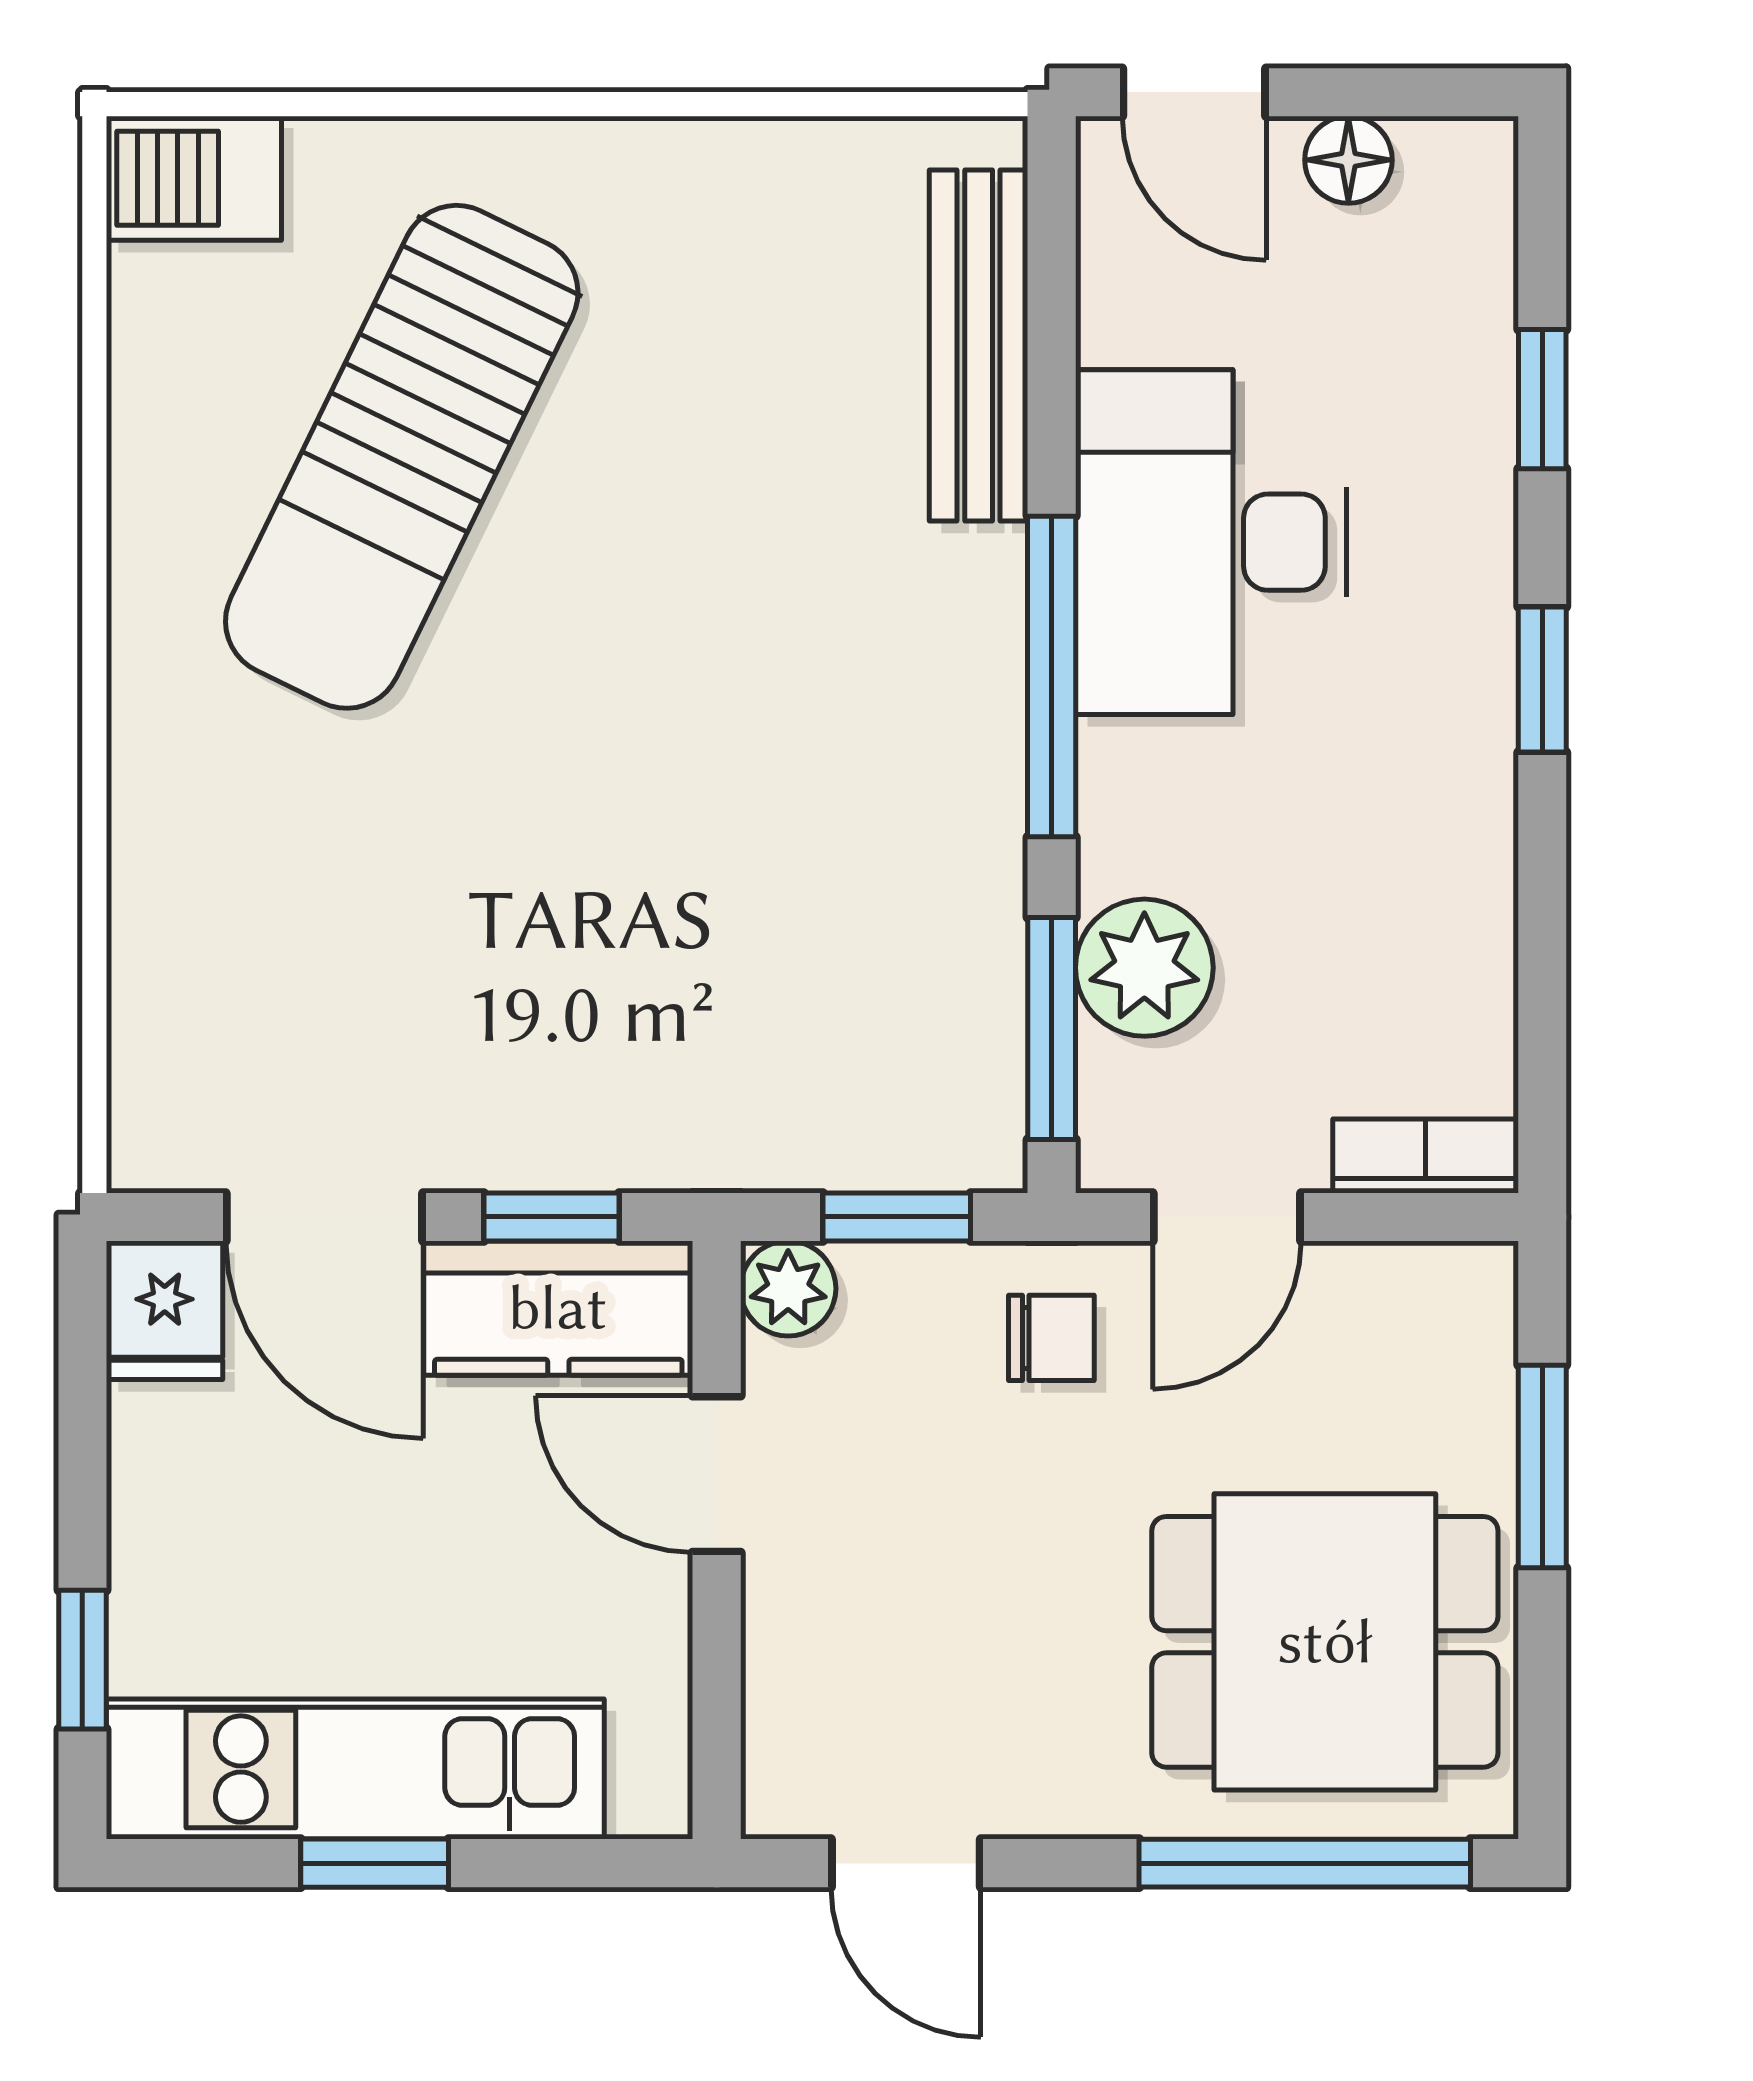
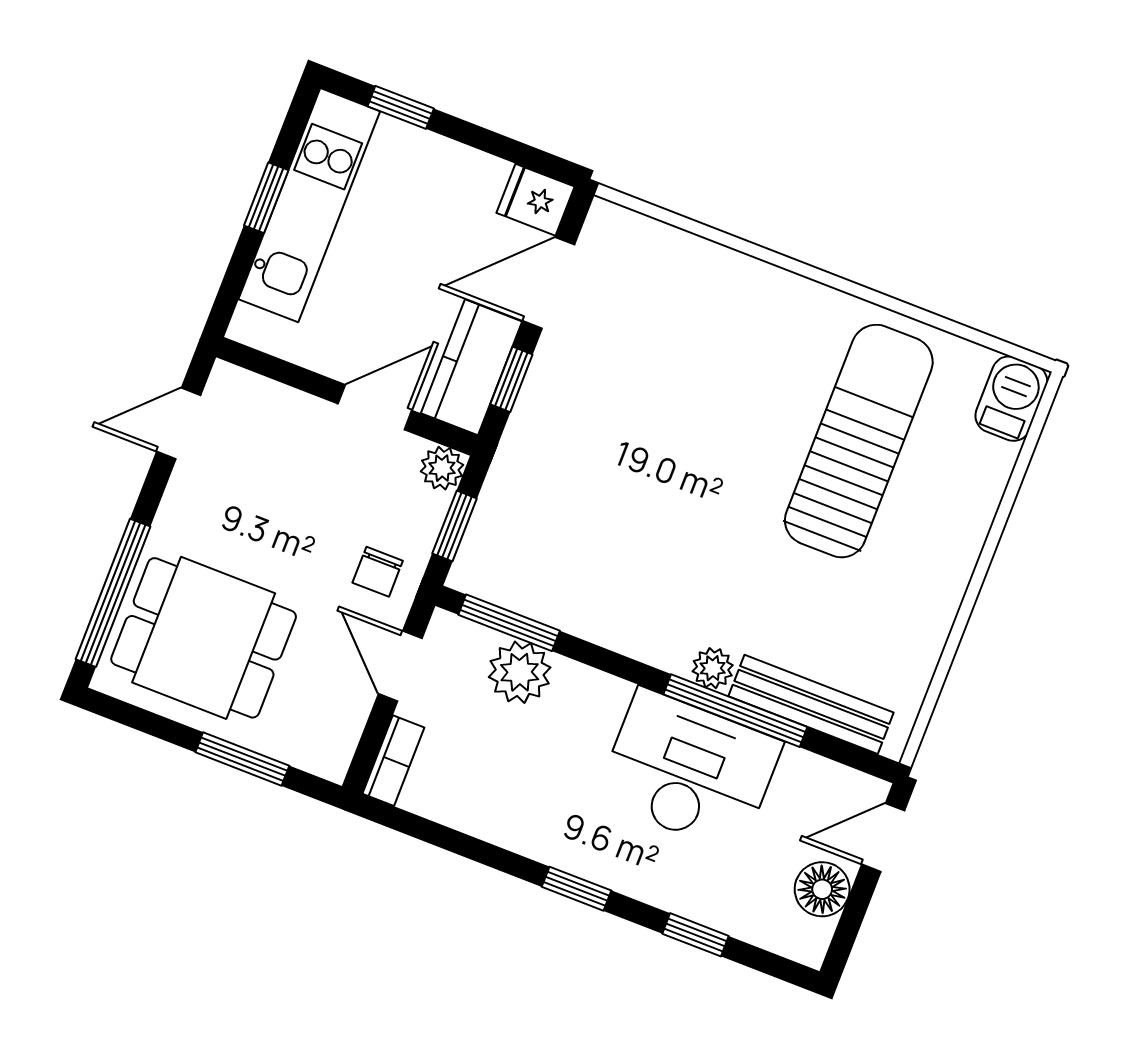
floor lamp: (1348, 160) -> (822, 889), width x1.37, depth x1.37
sun lounger: (402, 457) -> (859, 441), turned 64
plant: (983, 576) -> (713, 668), added
window: (1052, 677) -> (735, 711), moved
dining table: (1325, 1642) -> (204, 638), turned 90

